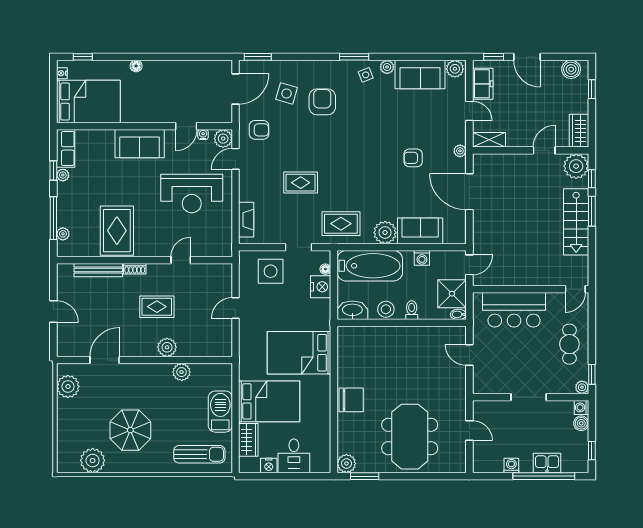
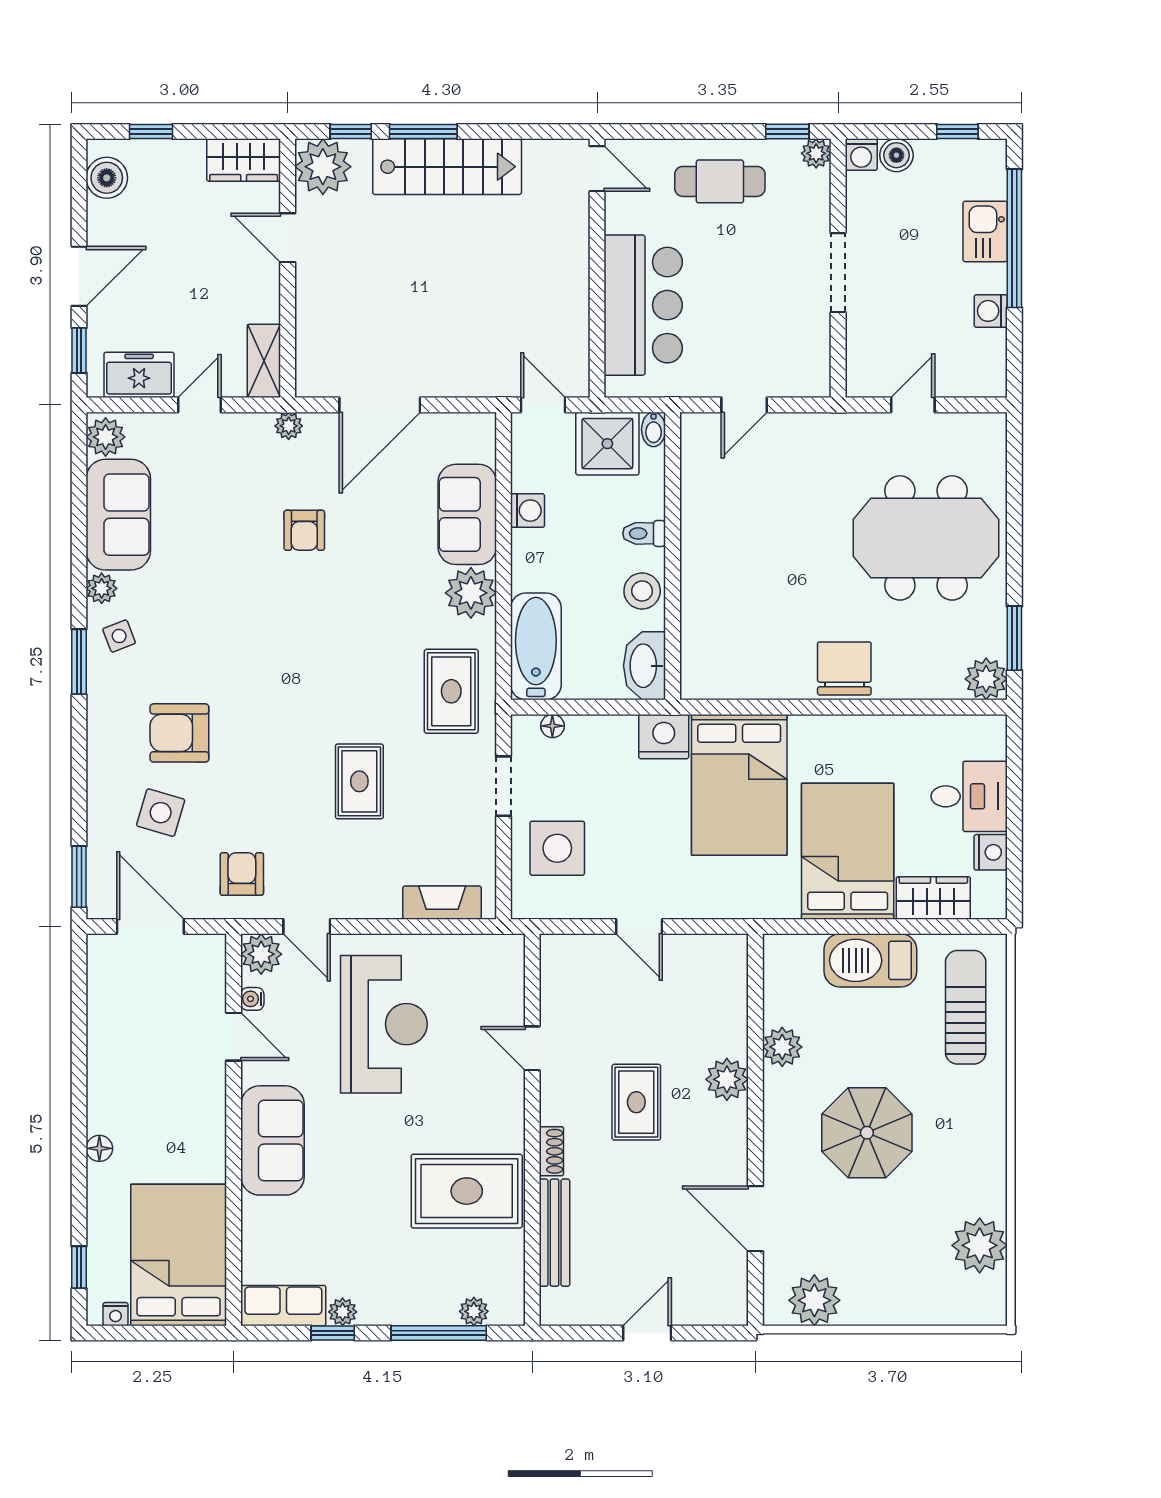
bathtub: (370, 266) -> (536, 646), width x0.73, depth x0.73
nightstand: (321, 287) -> (664, 737), moved
parasol: (130, 430) -> (867, 1133), moved

